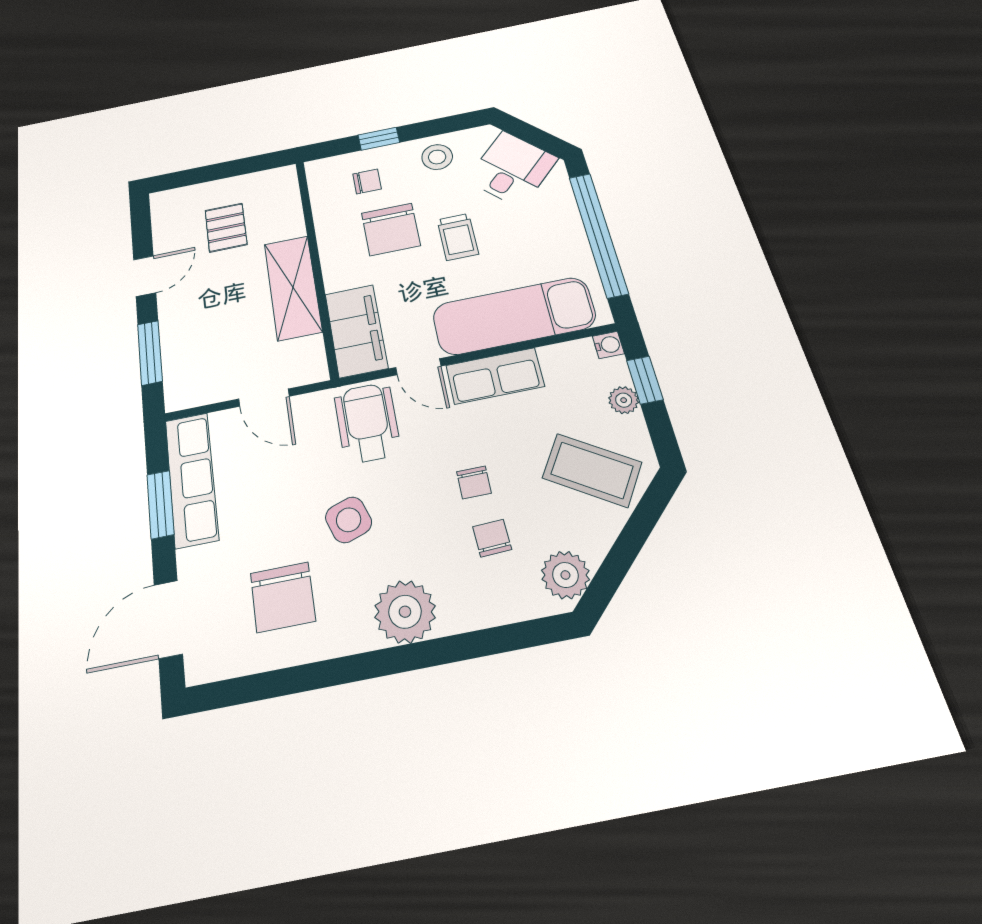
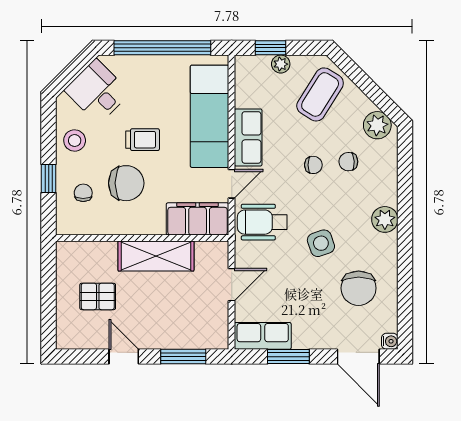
water cooler: (608, 345) -> (390, 341), moved, turned 90
row of seats: (192, 479) -> (263, 336), width x0.68
chair: (283, 597) -> (359, 288), turned 90
plant: (405, 612) -> (385, 219), width x0.73, depth x0.73

